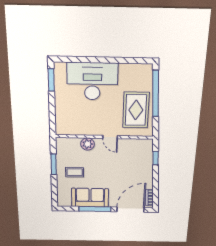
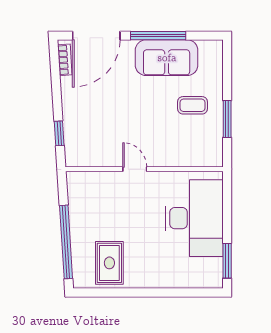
desk: (92, 81) -> (194, 218), moved, turned -90
rug: (136, 110) -> (109, 263), moved, width x0.73, depth x0.70
plant: (87, 144) -> (171, 156), removed

